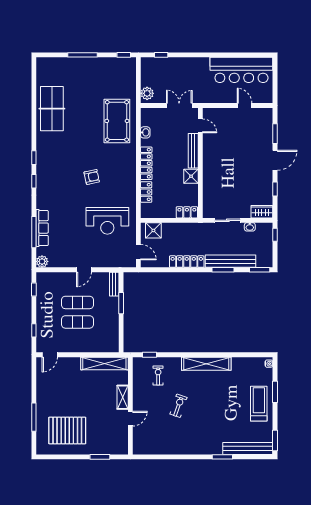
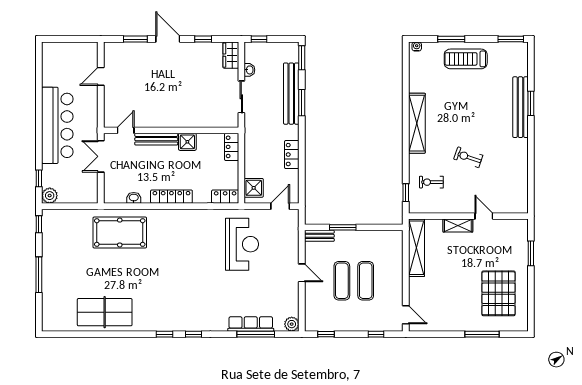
bar counter: (241, 70) -> (57, 125), moved
plant: (147, 93) -> (50, 196), moved
armchair: (92, 177) -> (188, 263), removed
locker: (146, 192) -> (225, 197), moved
locker: (187, 262) -> (292, 155), width x0.66
bench: (248, 448) -> (520, 107), moved

